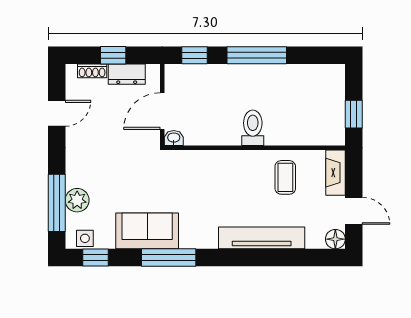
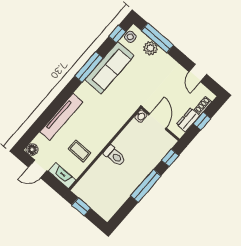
sofa: (147, 231) -> (109, 68), width x1.36

